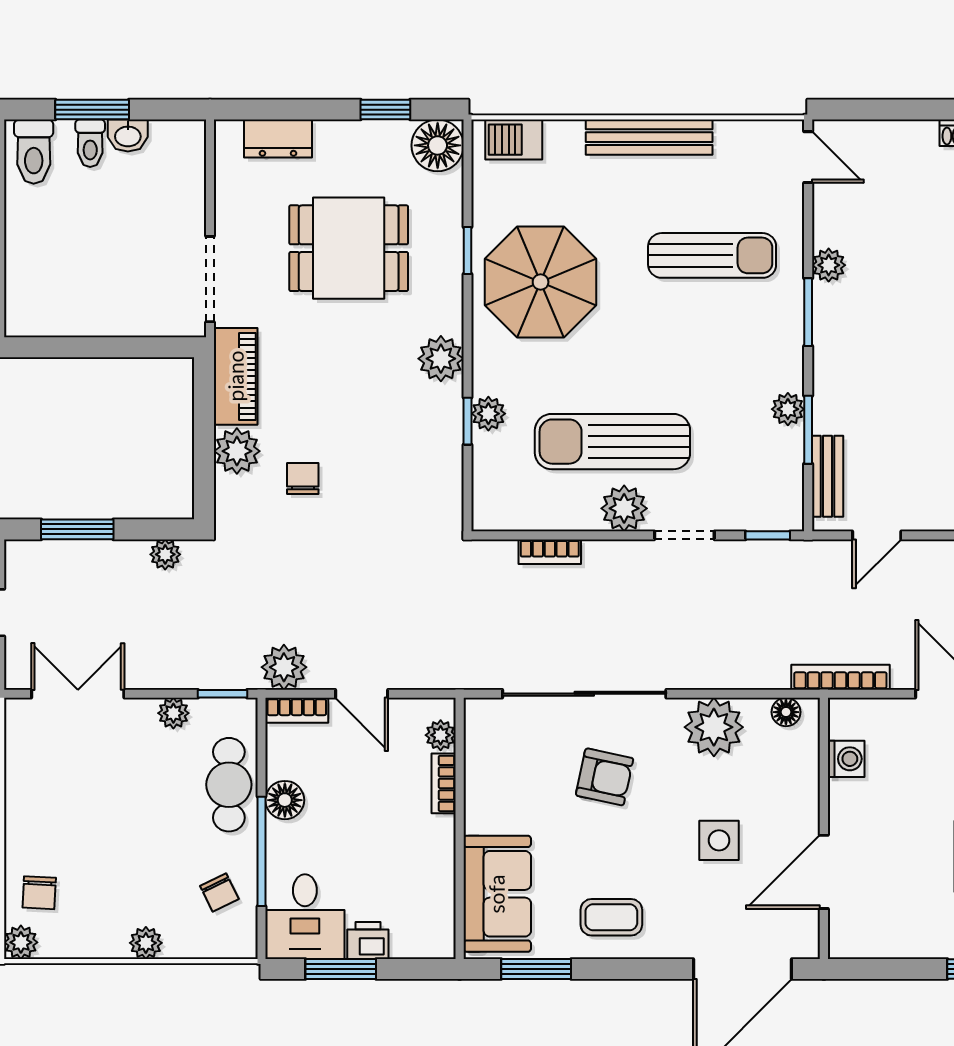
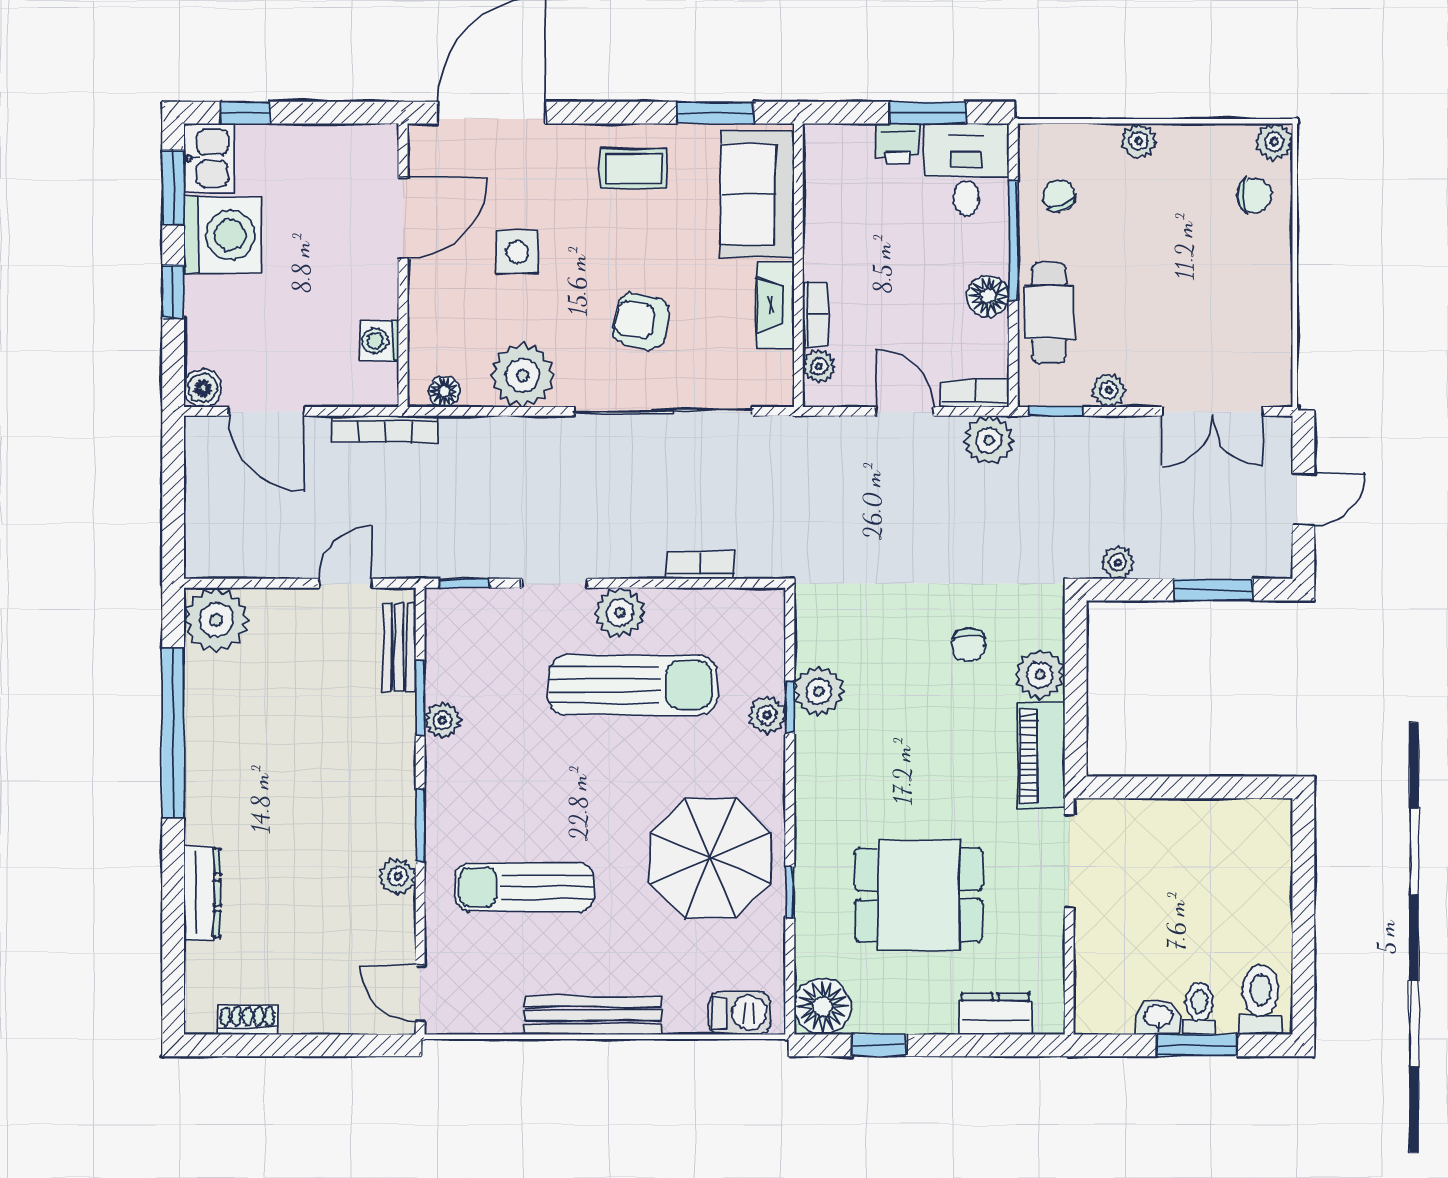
plant: (441, 359) -> (819, 691), moved
fireplace: (481, 792) -> (775, 305), added
chair: (39, 893) -> (1254, 196), turned 87

